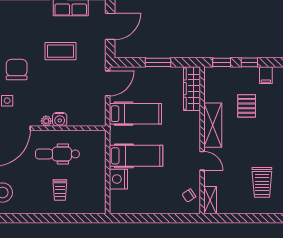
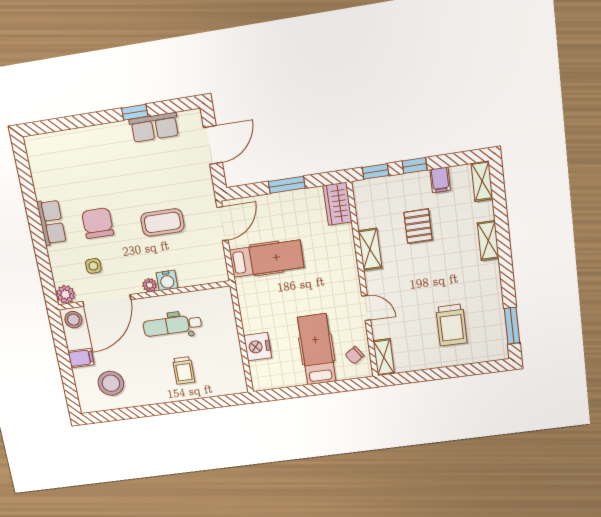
coffee table: (60, 51) -> (162, 222), moved
wardrobe: (192, 89) -> (338, 204), width x0.67
shelving: (213, 125) -> (370, 249), width x0.67, depth x0.75
hospital bed: (136, 156) -> (317, 349), moved, turned -90

